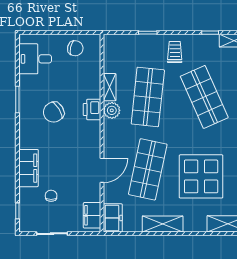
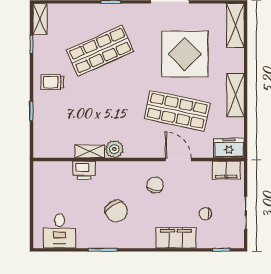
chair: (75, 48) -> (155, 185), moved
shop shelf: (148, 97) -> (100, 111), removed
printer: (92, 110) -> (84, 170), moved

